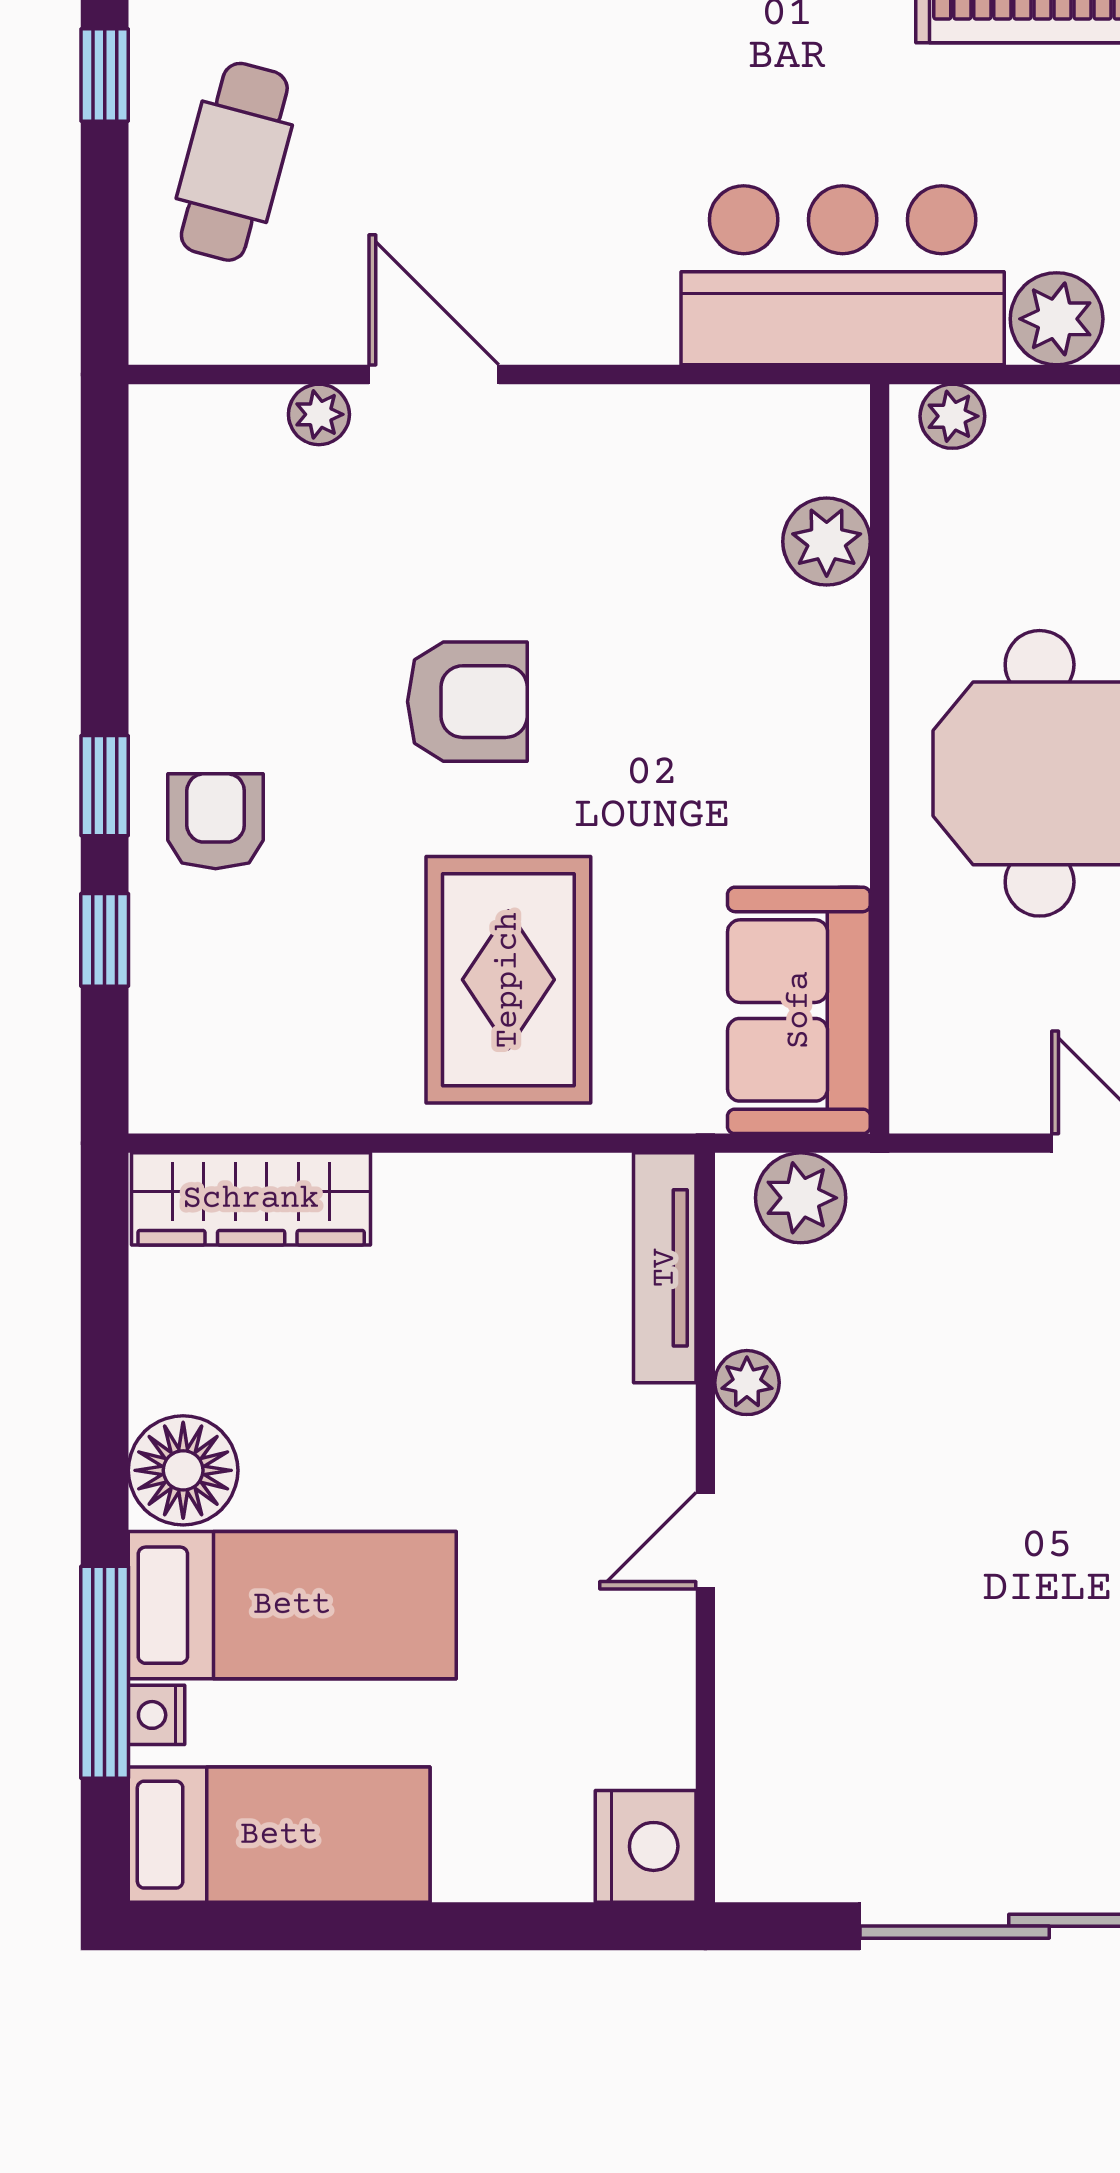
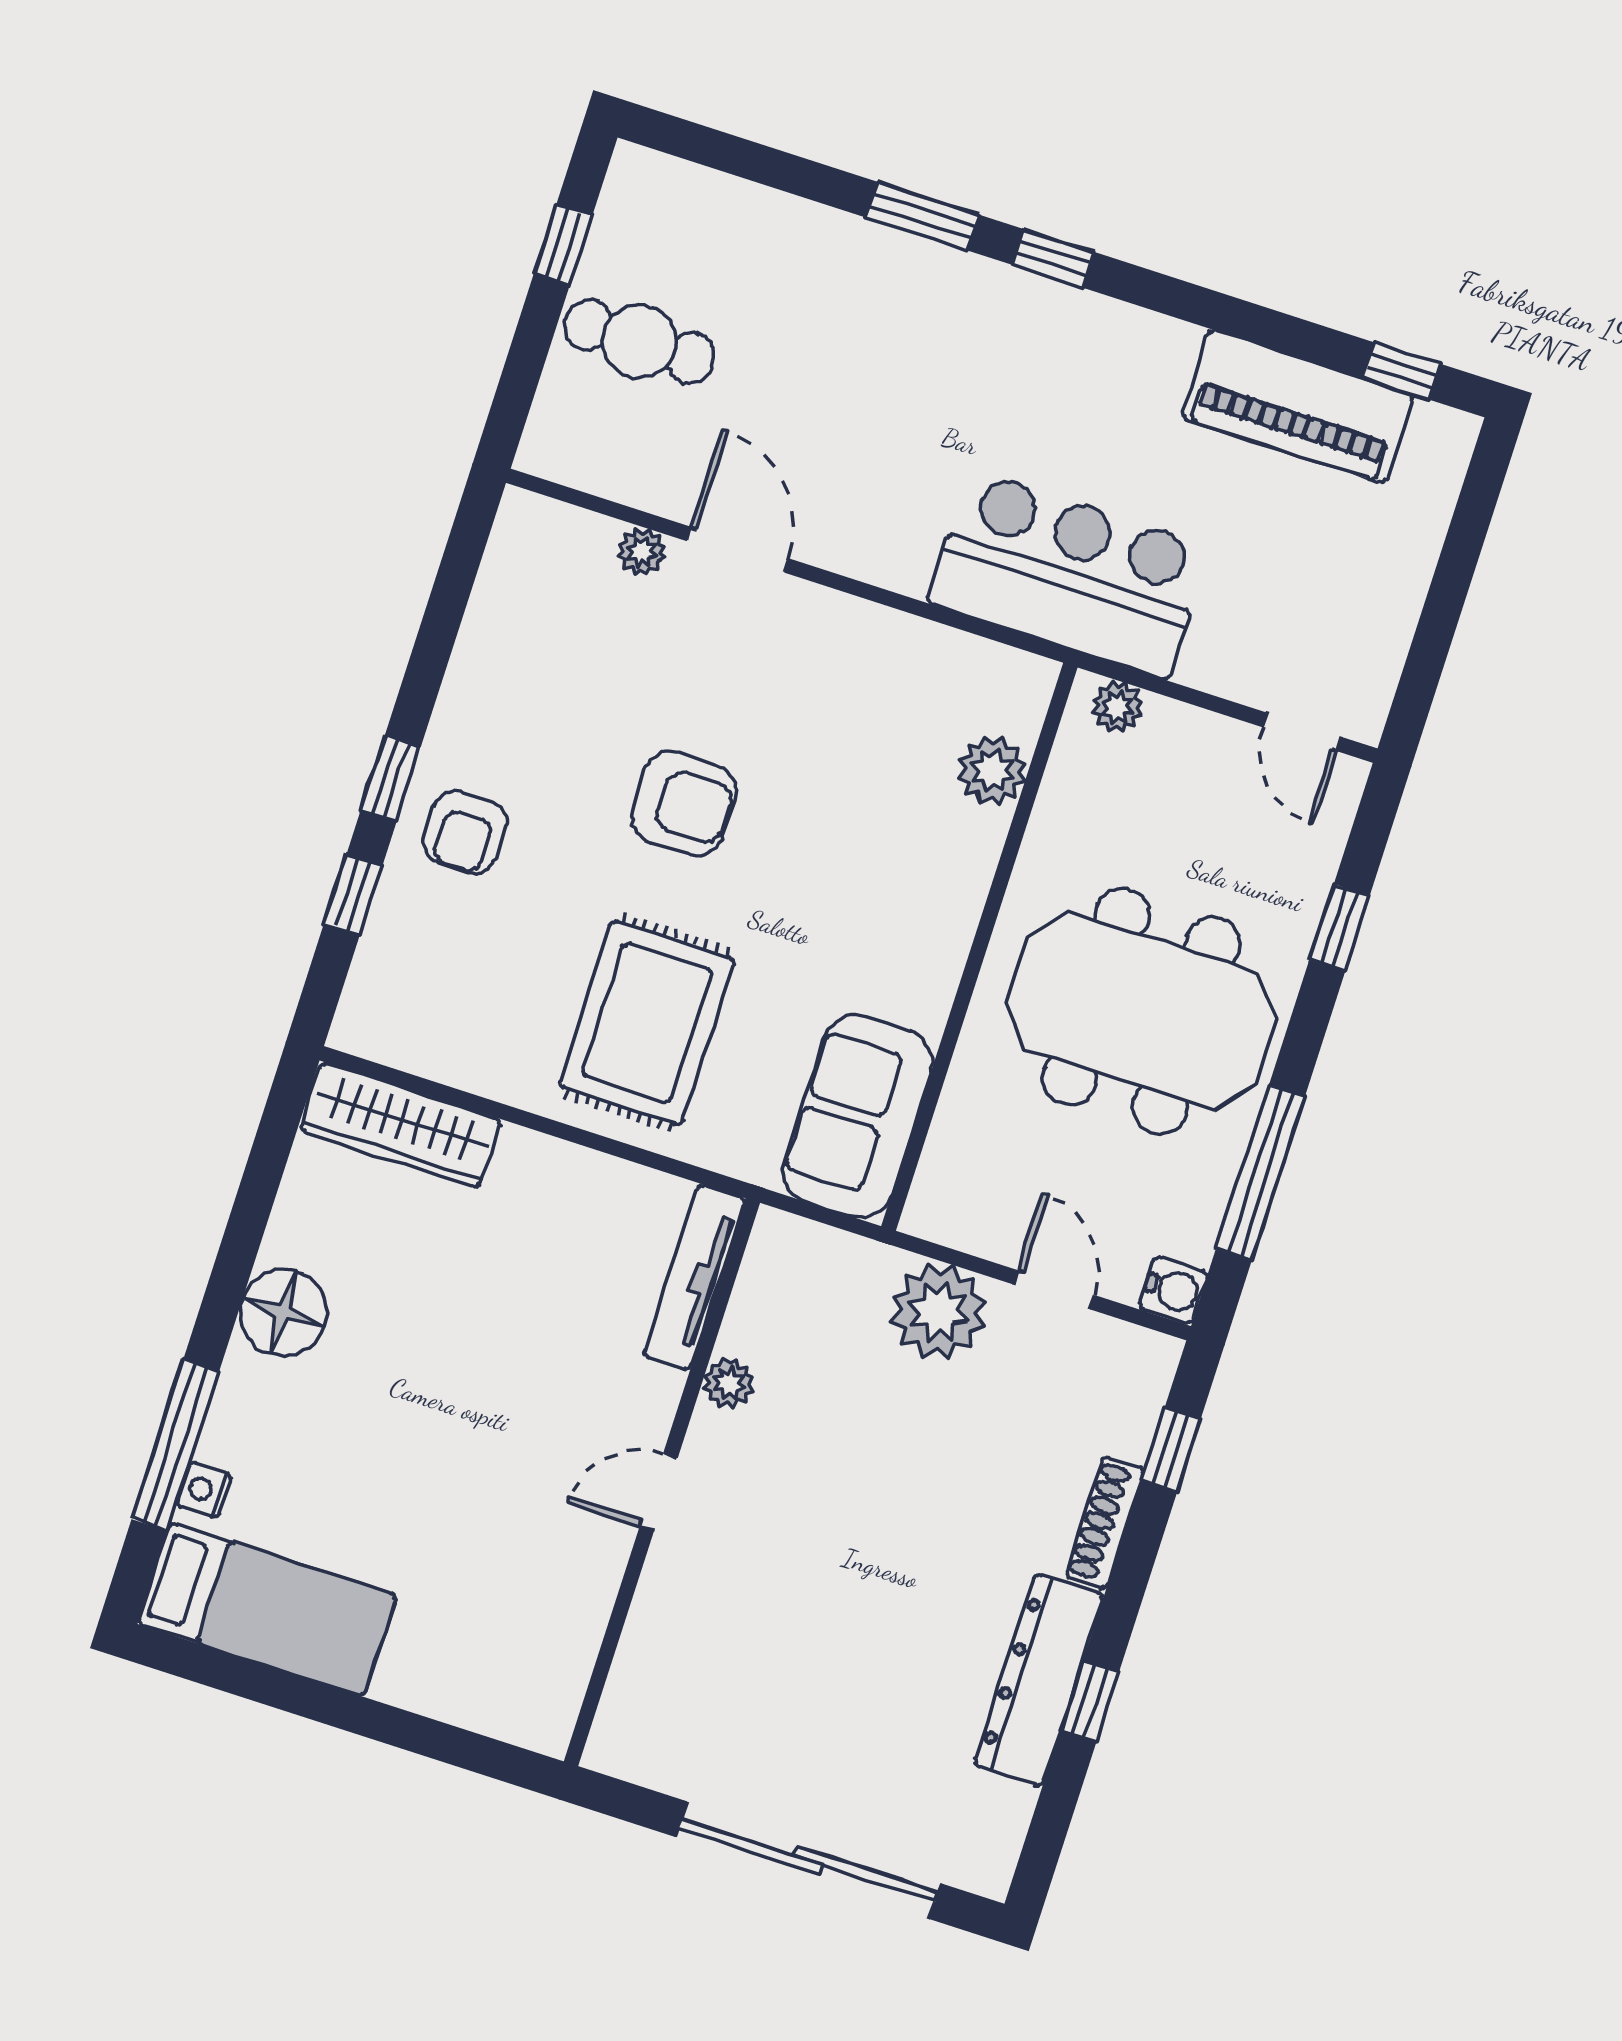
cafe table: (234, 162) -> (639, 341), turned 75
plant: (1057, 319) -> (1219, 659), removed
armchair: (216, 821) -> (465, 833), turned 180
plant: (801, 1198) -> (939, 1311), moved, width x1.36, depth x1.36
bed: (292, 1605) -> (333, 1440), removed
nightstand: (646, 1846) -> (540, 1707), removed

